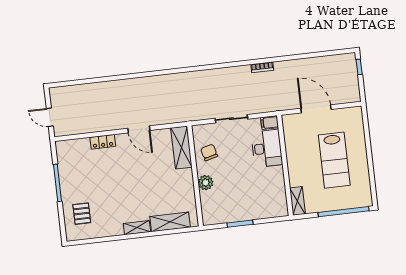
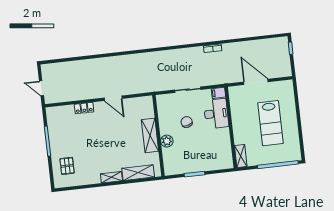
shelving: (181, 148) -> (150, 135), moved
chair: (209, 152) -> (187, 122), moved

